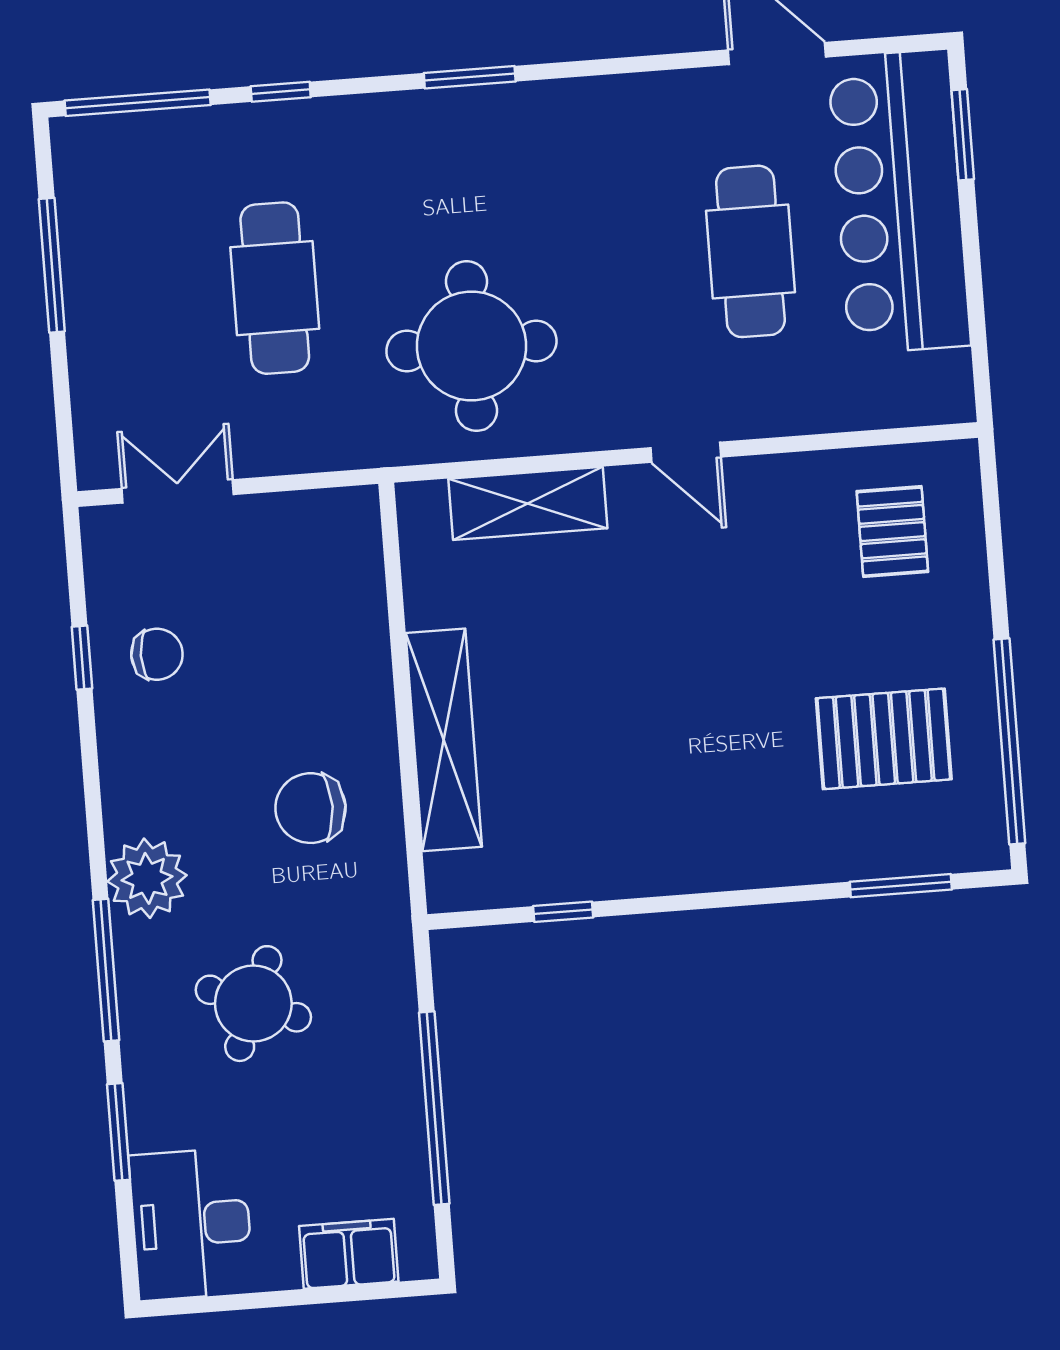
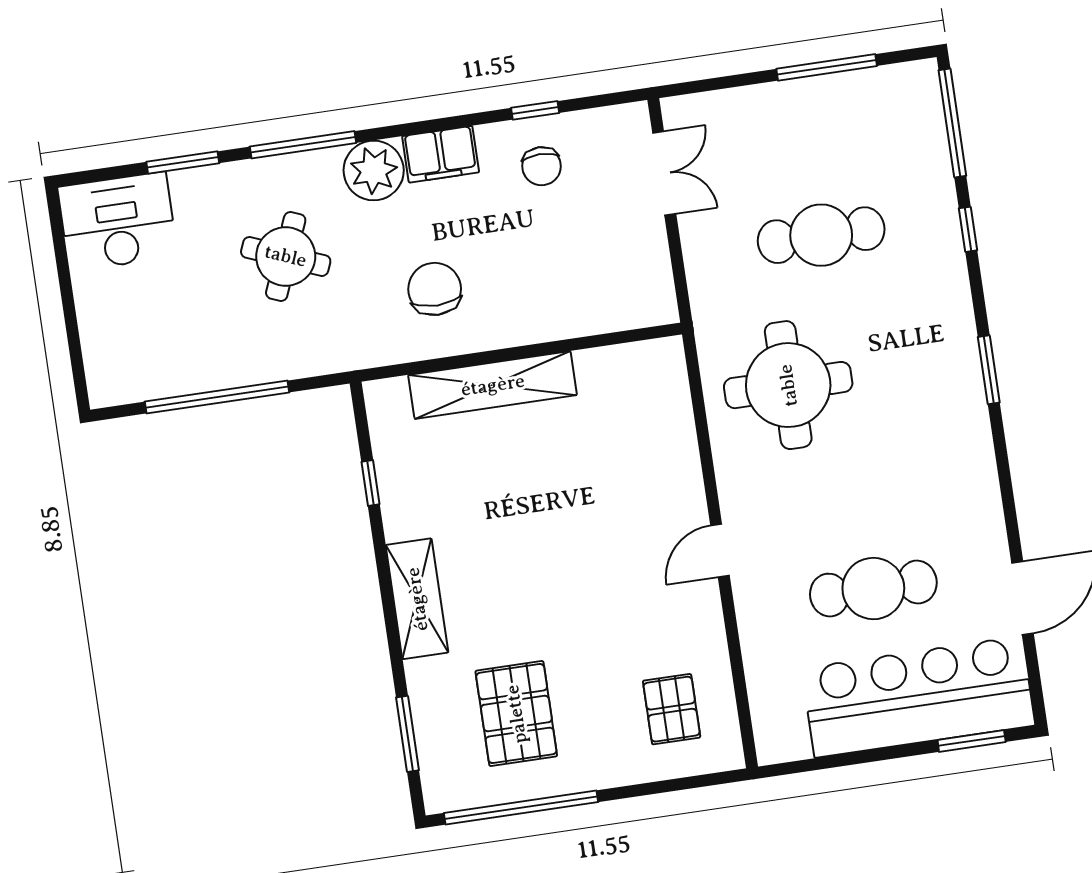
shelving: (528, 503) -> (417, 599), moved
pallet: (892, 532) -> (672, 709), turned 90
filing cabinet: (349, 1254) -> (441, 154), moved, turned 90

